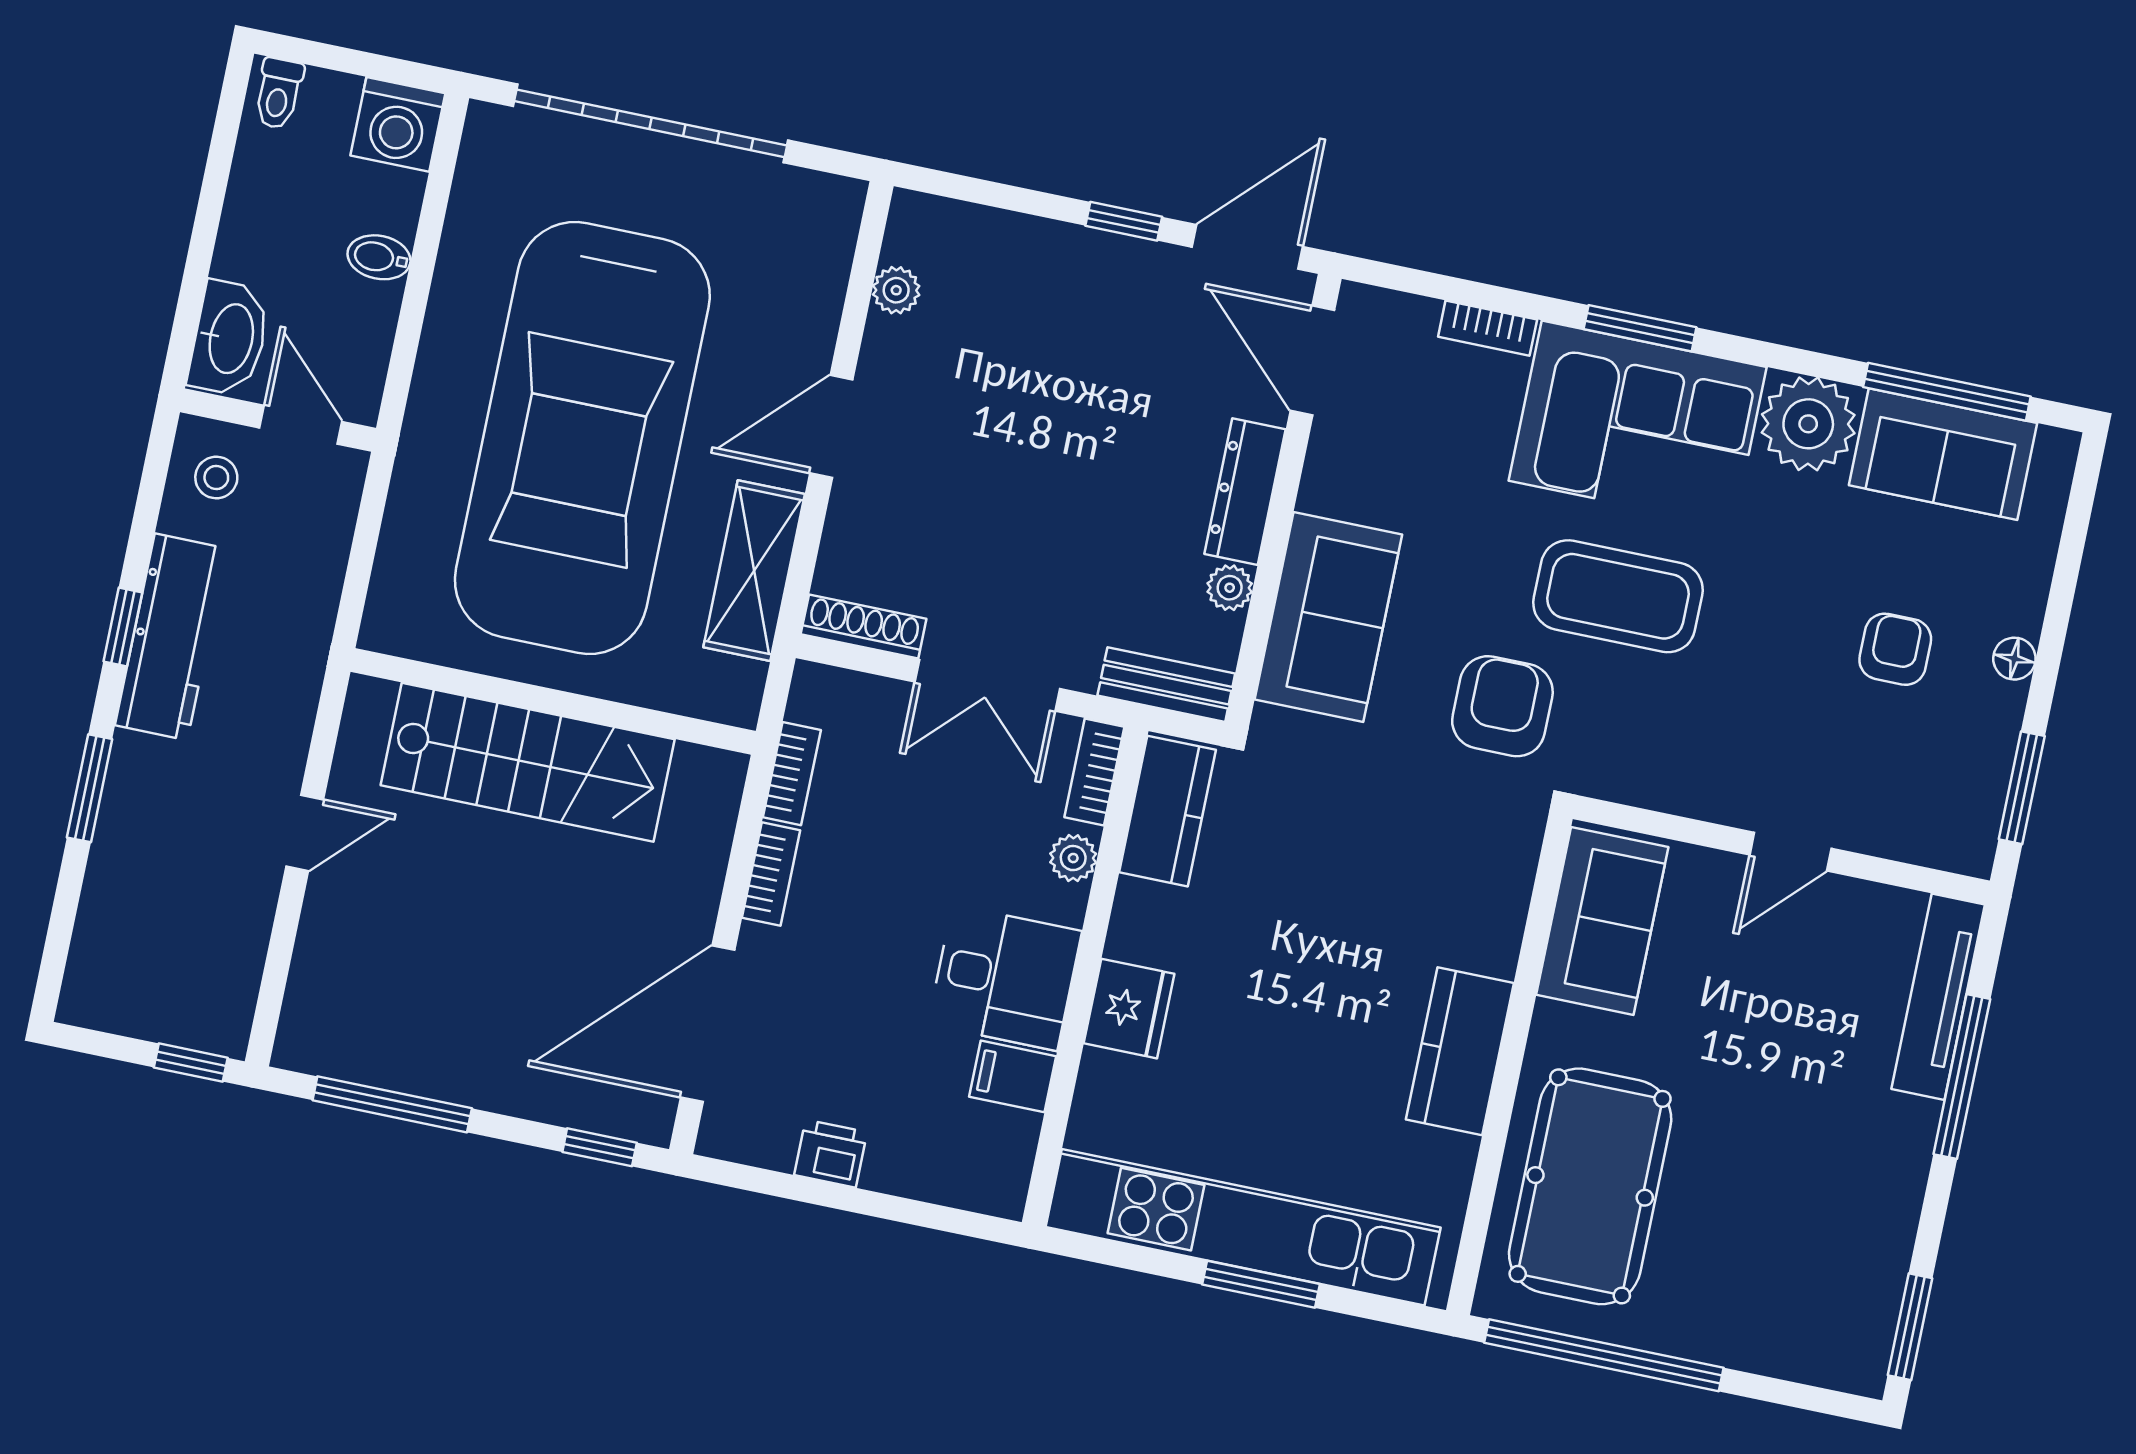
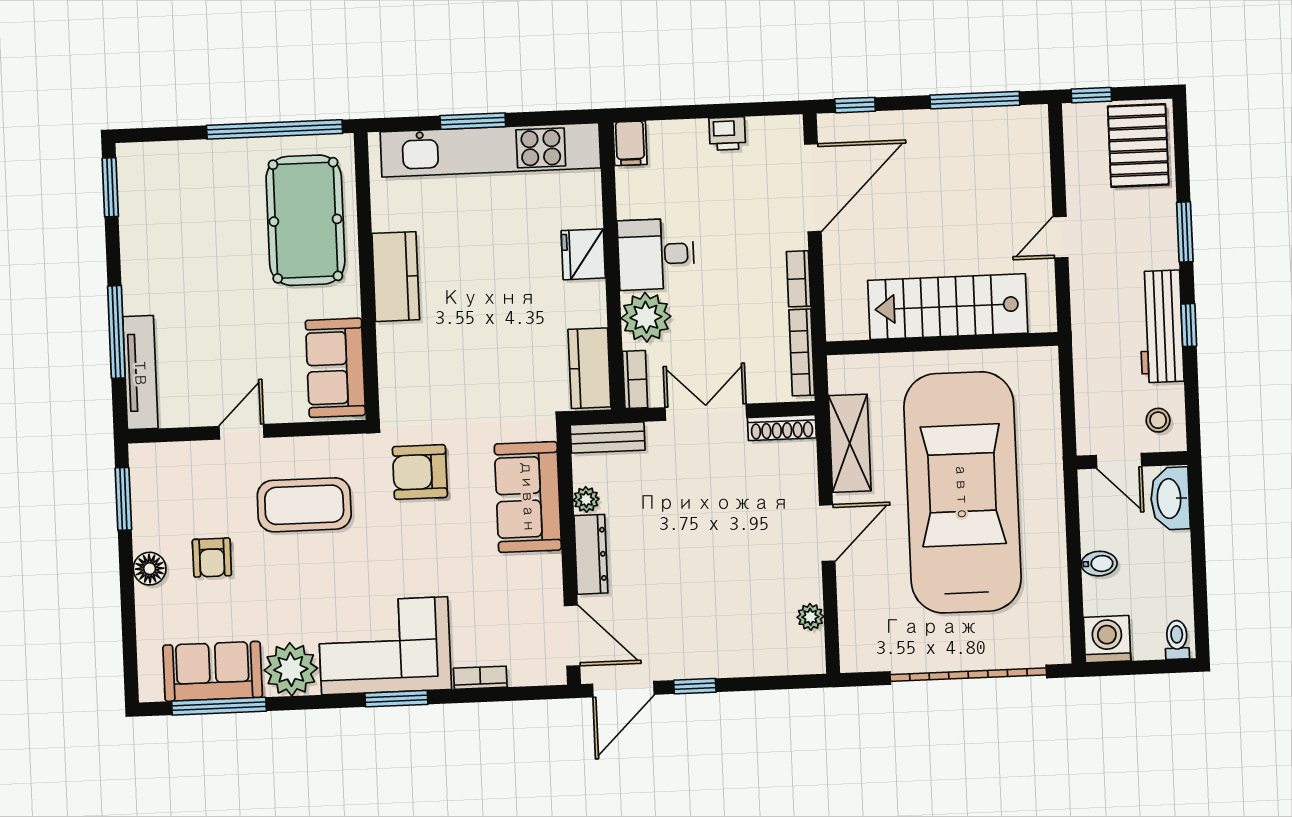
coffee table: (1618, 596) -> (304, 505), moved
floor lamp: (2014, 659) -> (150, 569), width x1.37, depth x1.37
armchair: (1502, 706) -> (420, 472), turned 90
bookcase: (792, 774) -> (802, 352), width x1.56
plant: (1073, 858) -> (646, 317), width x1.88, depth x1.88
pallet: (132, 956) -> (1138, 145), added
filing cabinet: (1013, 1076) -> (630, 143), moved, turned 90

